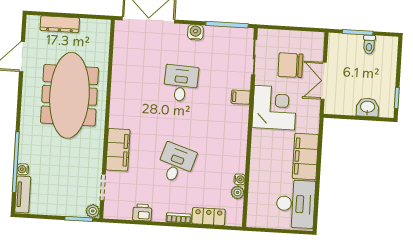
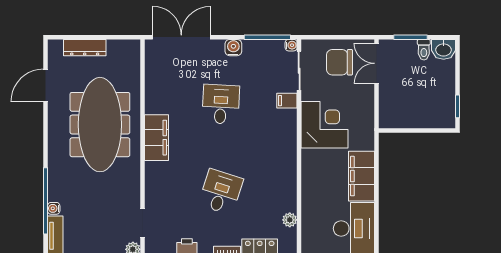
chair: (290, 65) -> (340, 62), moved
double door: (324, 81) -> (377, 63), moved
filing cabinet: (241, 97) -> (287, 101), moved
washbasin: (368, 107) -> (444, 49), moved, turned 180
filing cabinet: (118, 150) -> (156, 138), moved
water cooler: (240, 179) -> (291, 45), moved

